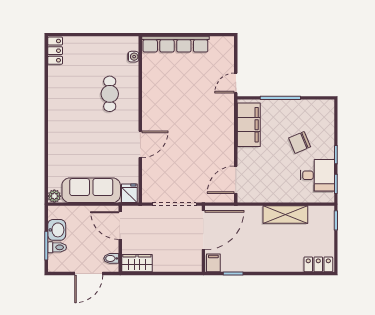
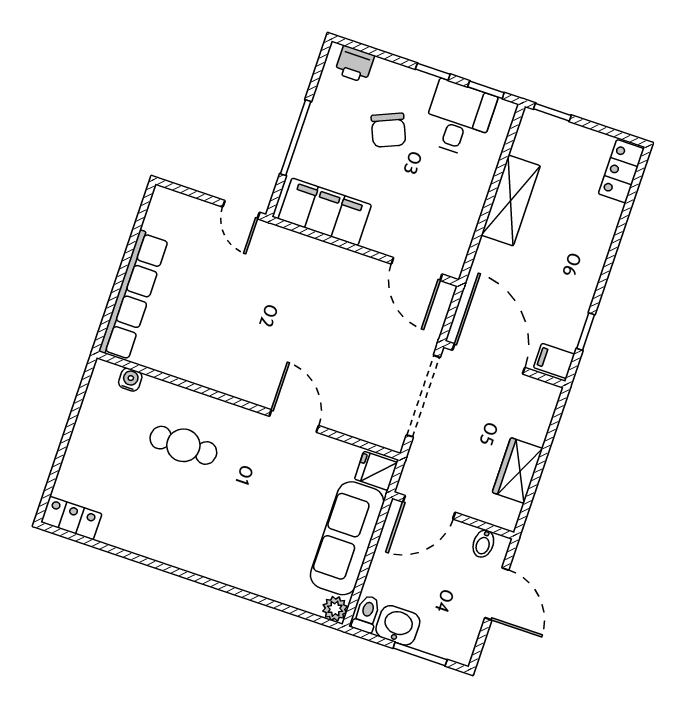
printer: (327, 115) -> (355, 64), added
toilet: (57, 247) -> (367, 614), moved
wardrobe: (137, 263) -> (518, 470), moved

